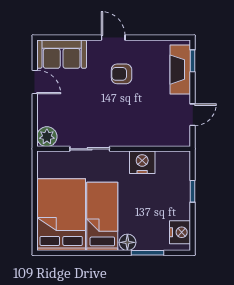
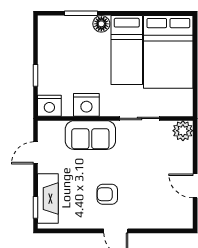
sofa: (62, 54) -> (90, 135), moved, turned 180
armchair: (122, 74) -> (107, 194), turned 180
nightstand: (180, 232) -> (49, 106), moved, turned -90

